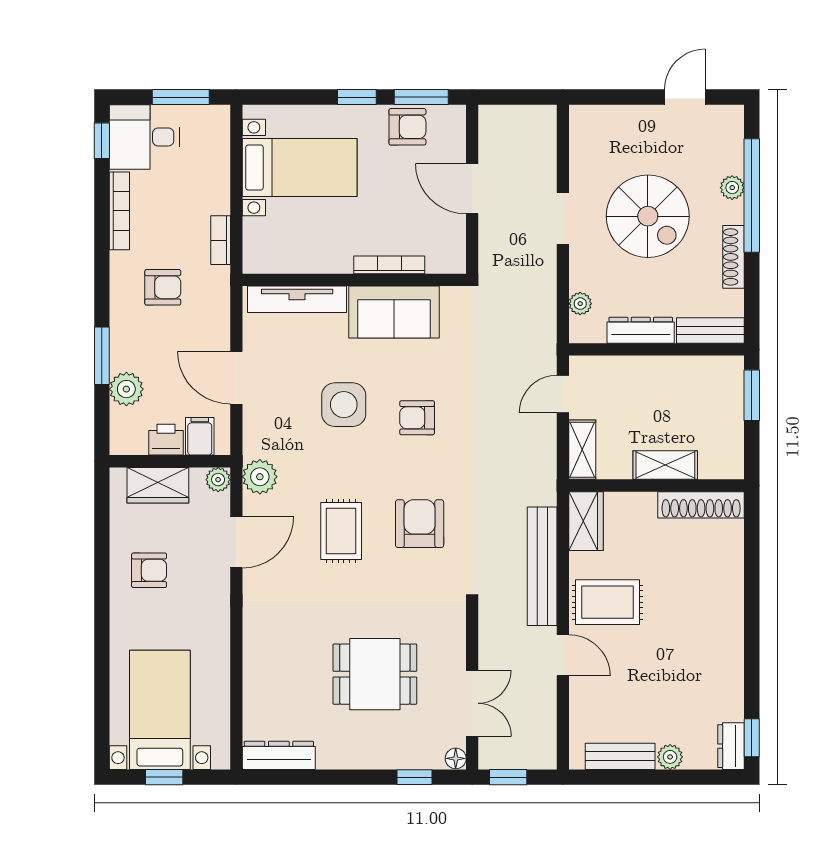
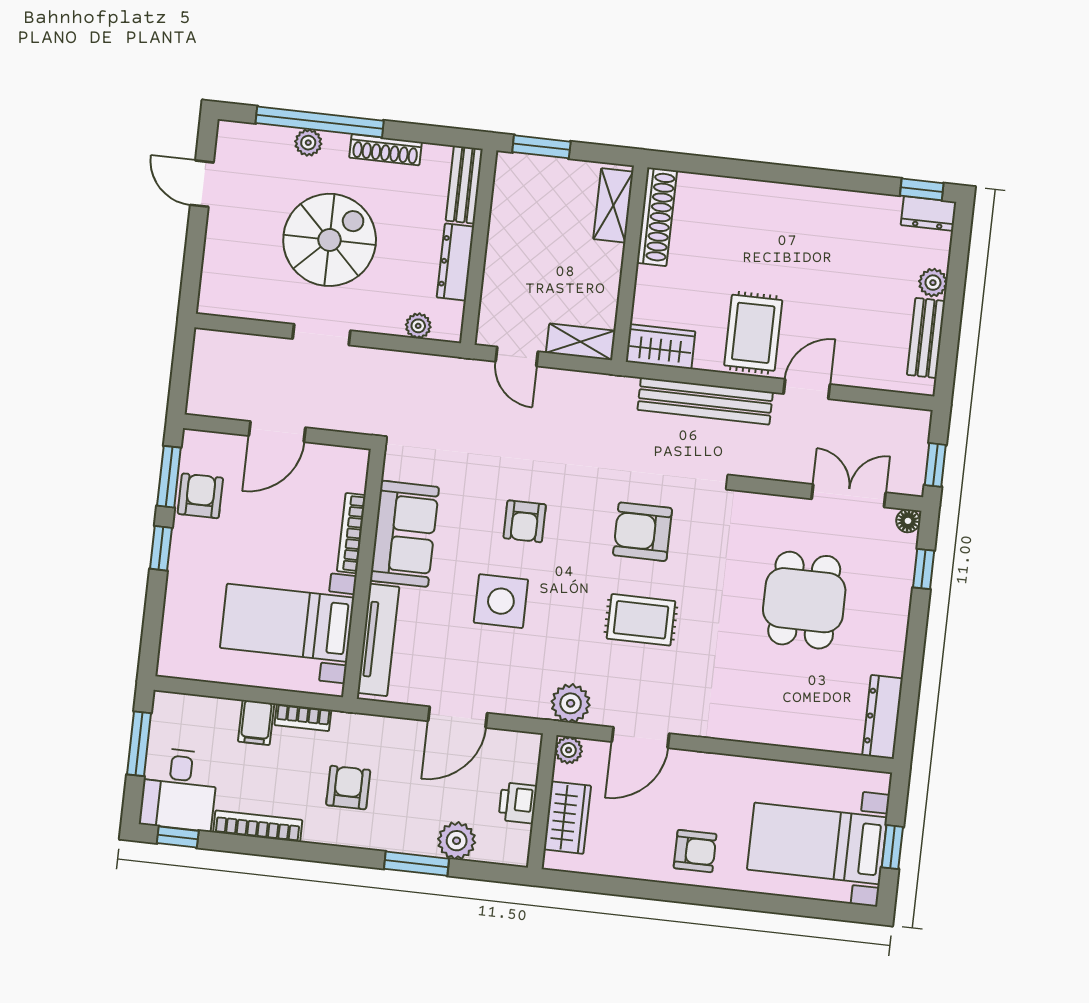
bed with nightstands: (300, 167) -> (287, 623), moved, turned -90
filing cabinet: (200, 436) -> (256, 722), moved, turned -90
shelving: (665, 465) -> (613, 205), moved
door: (236, 542) -> (640, 738), swing flipped
armchair: (149, 570) -> (695, 851), moved, turned 90

